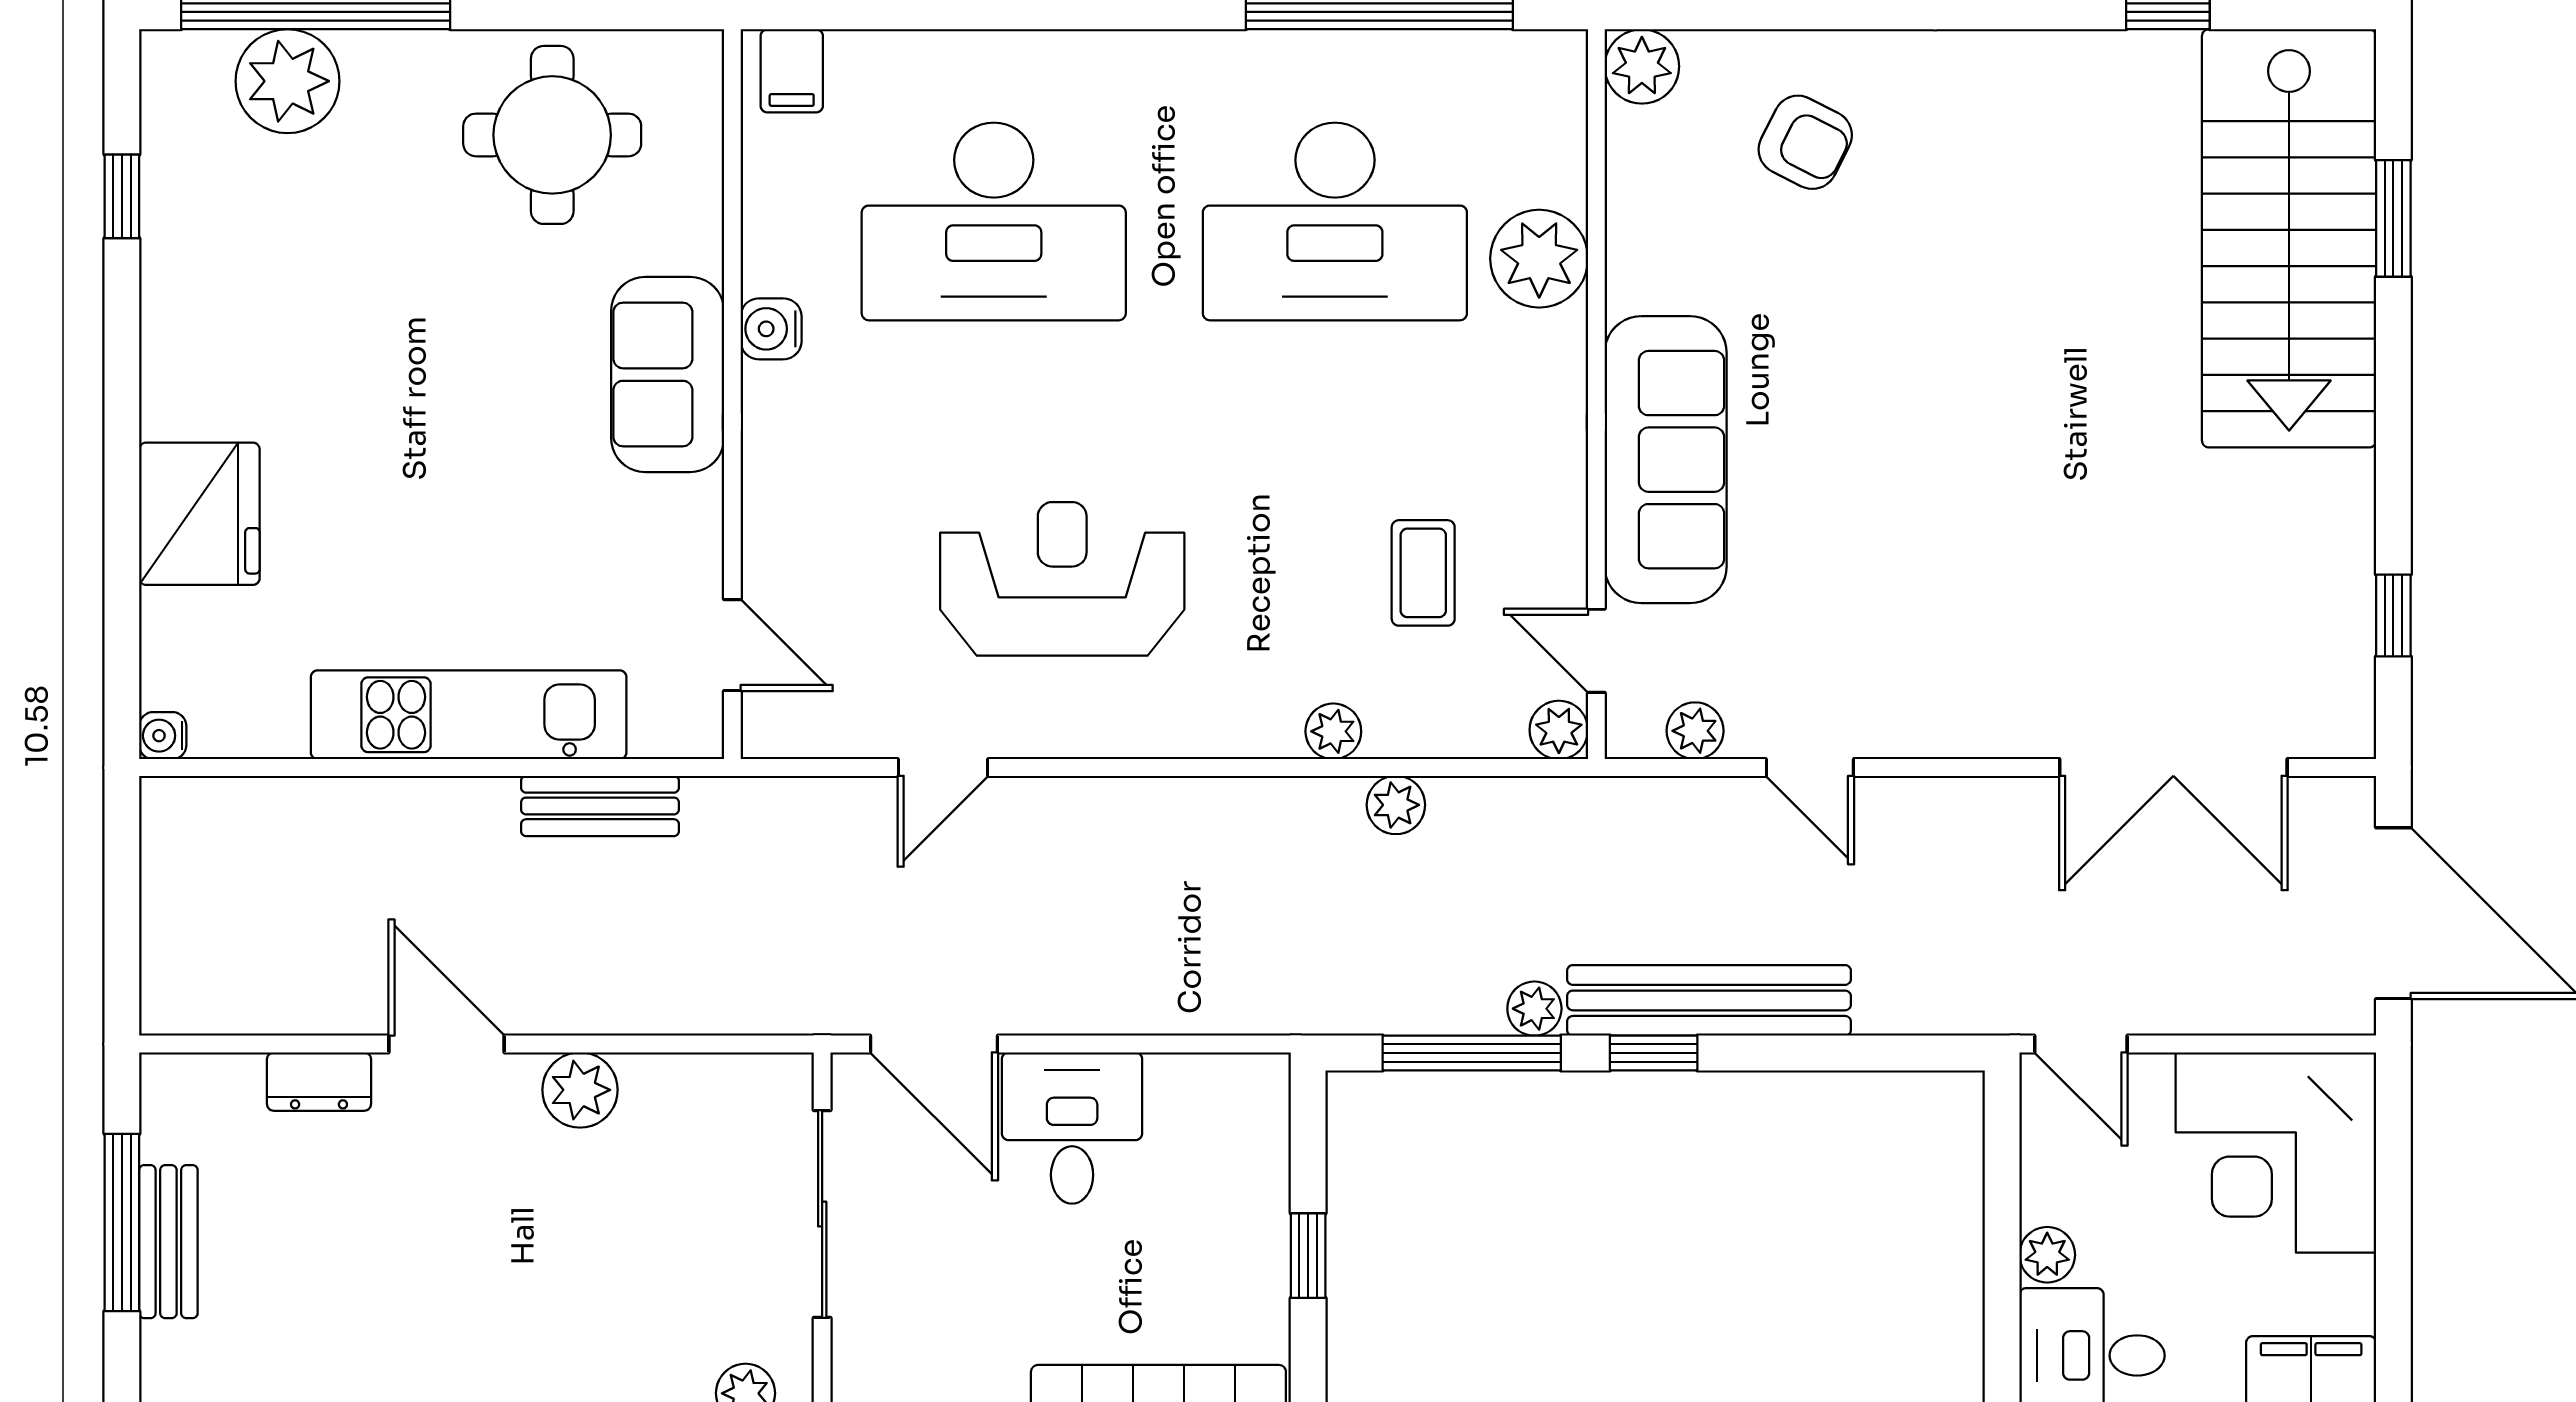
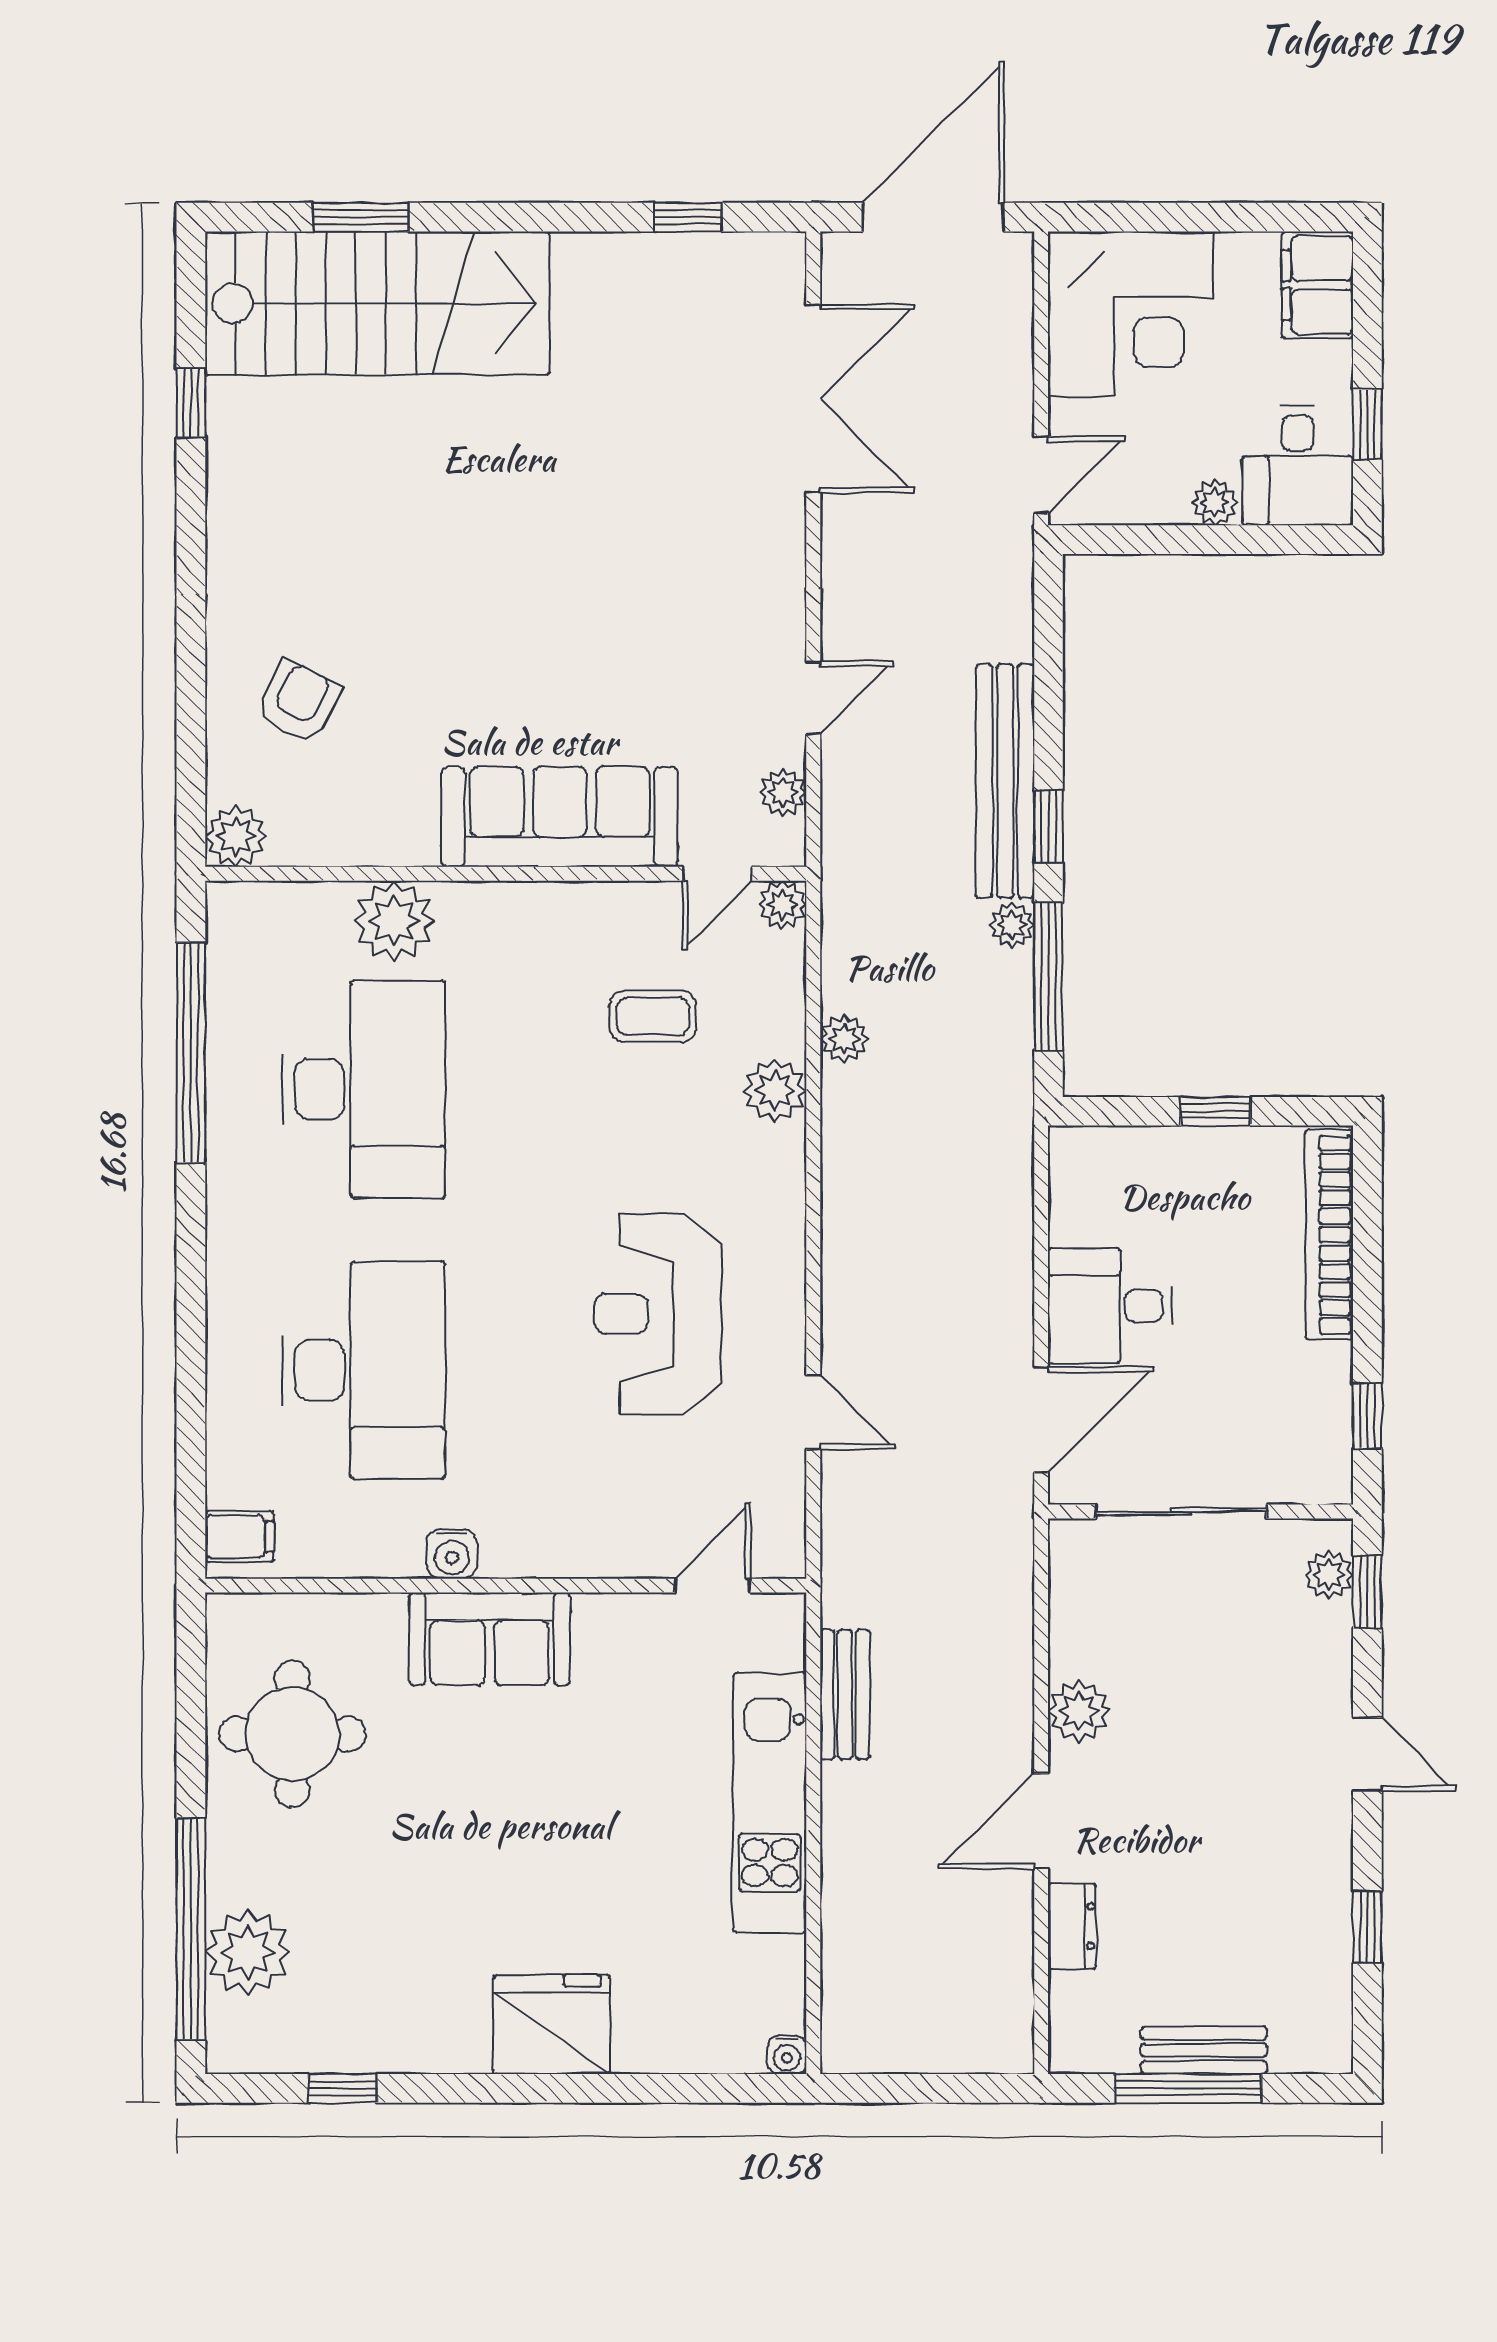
fridge: (199, 514) -> (552, 2025), moved
plant: (1333, 731) -> (775, 1090), width x1.38, depth x1.38

